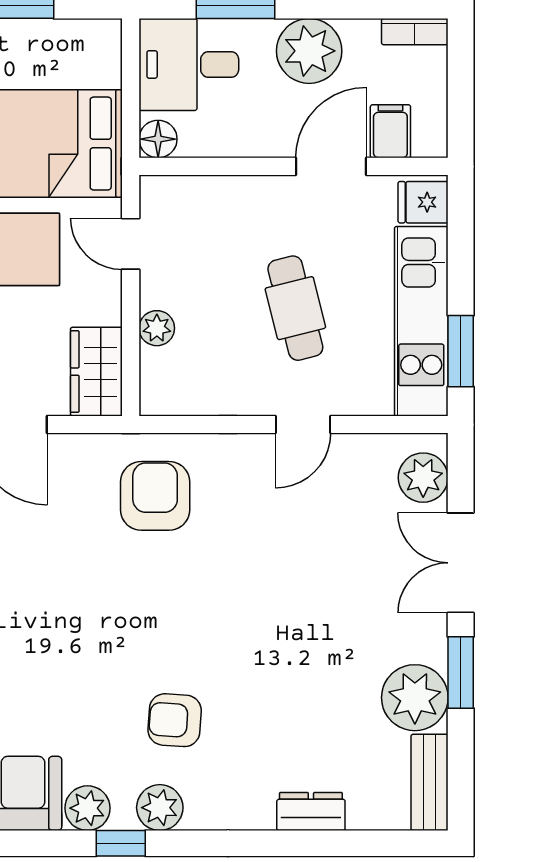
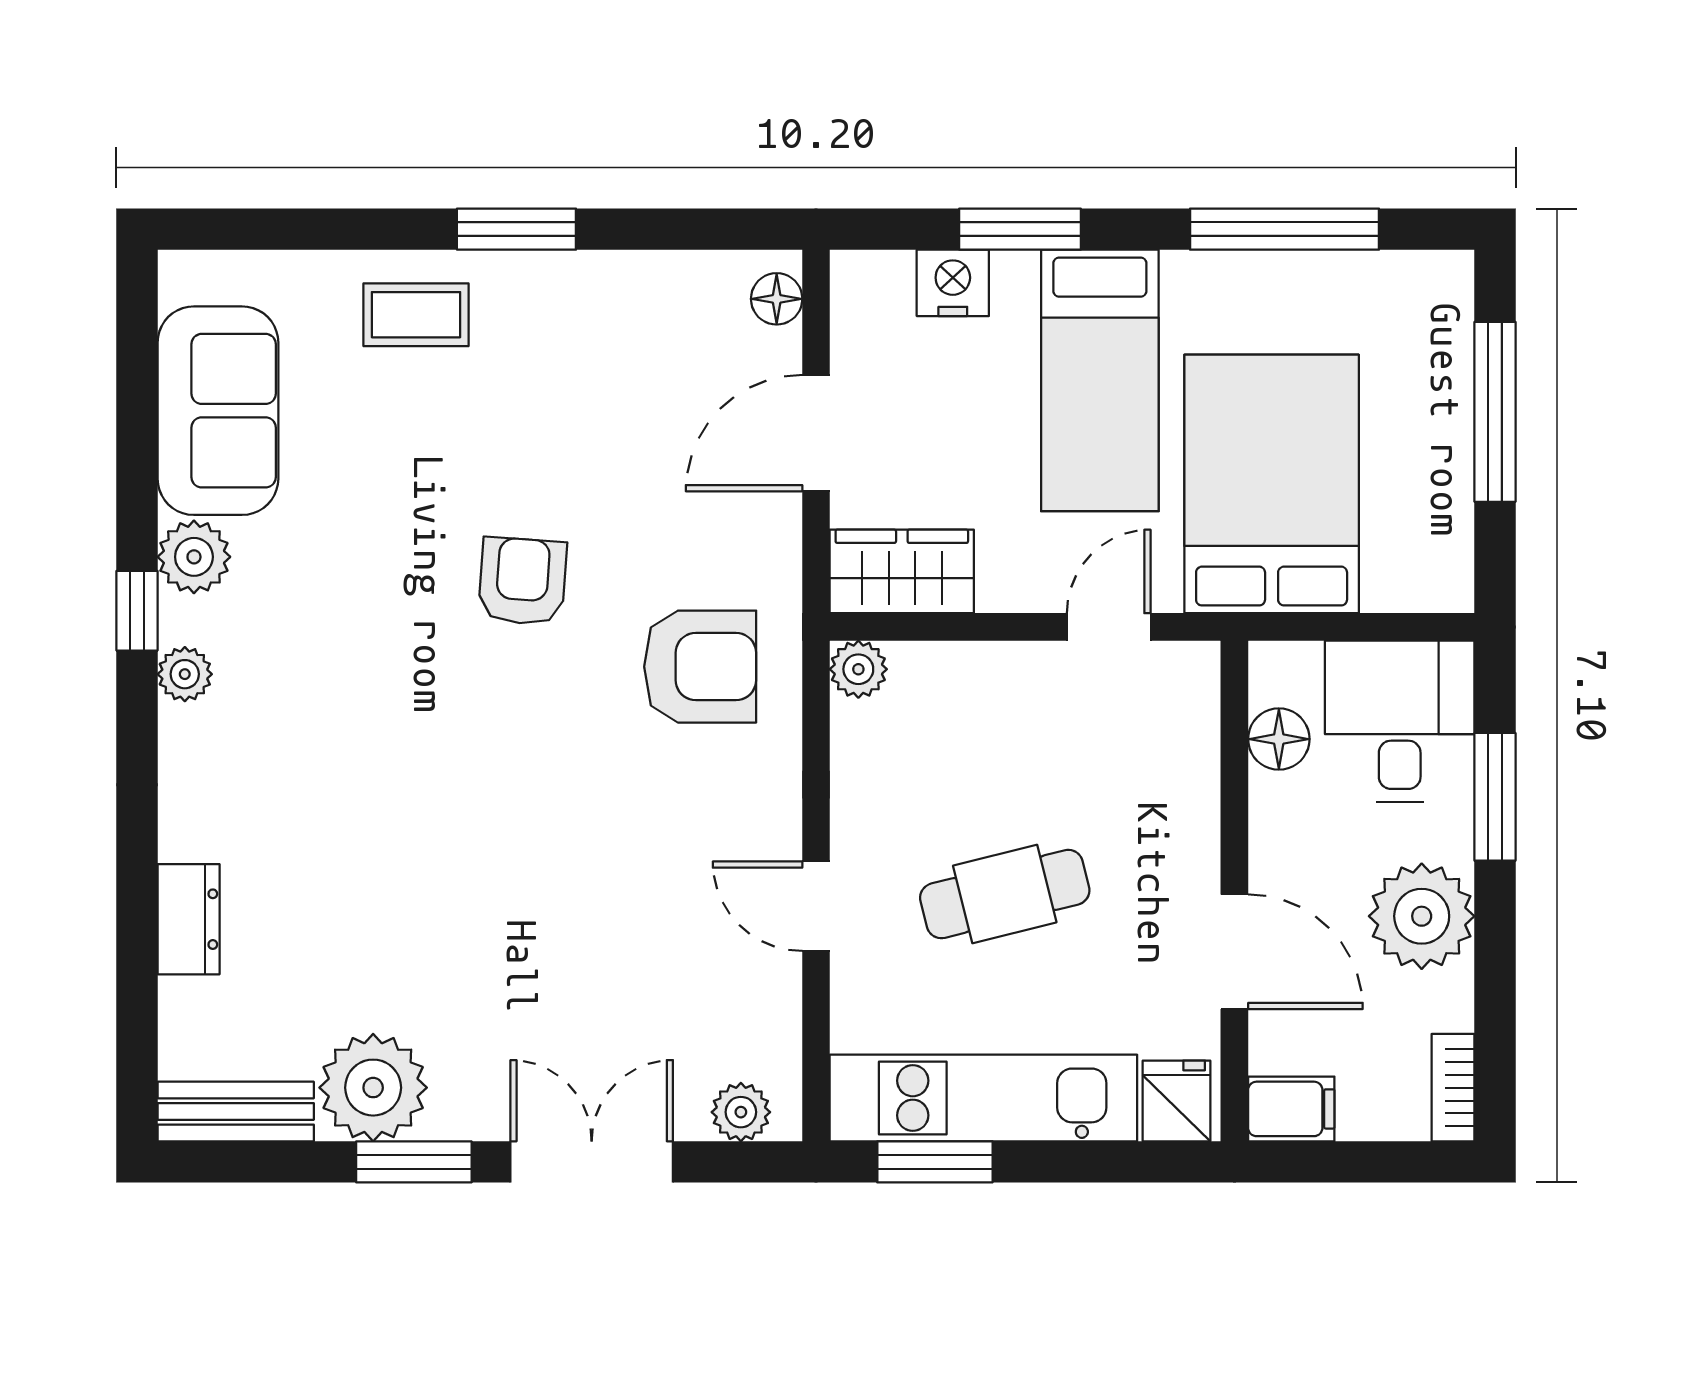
filing cabinet: (390, 131) -> (1291, 1109), moved
floor lamp: (158, 139) -> (1279, 739), moved
plant: (157, 328) -> (858, 669), moved
plant: (423, 478) -> (741, 1112), width x0.73, depth x0.73
armchair: (175, 720) -> (522, 581), moved
plant: (160, 808) -> (185, 674), width x0.73, depth x0.73

